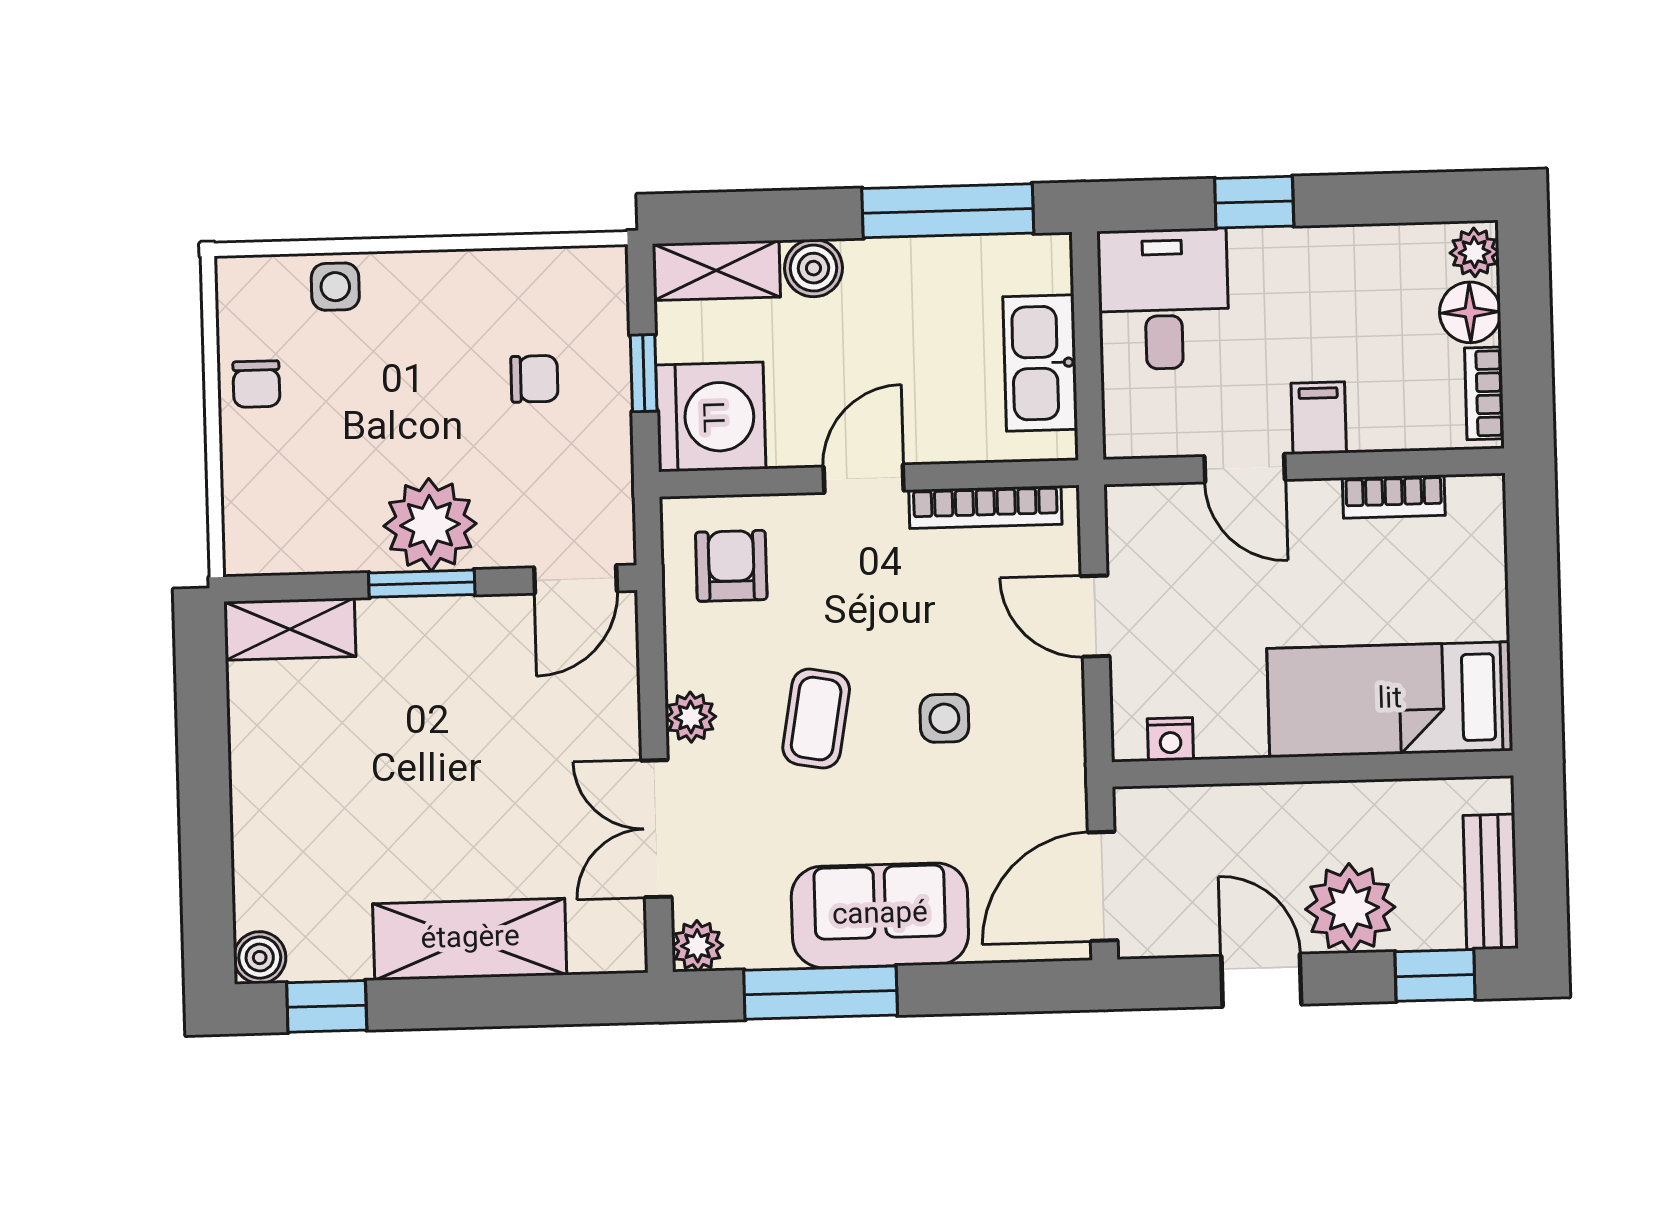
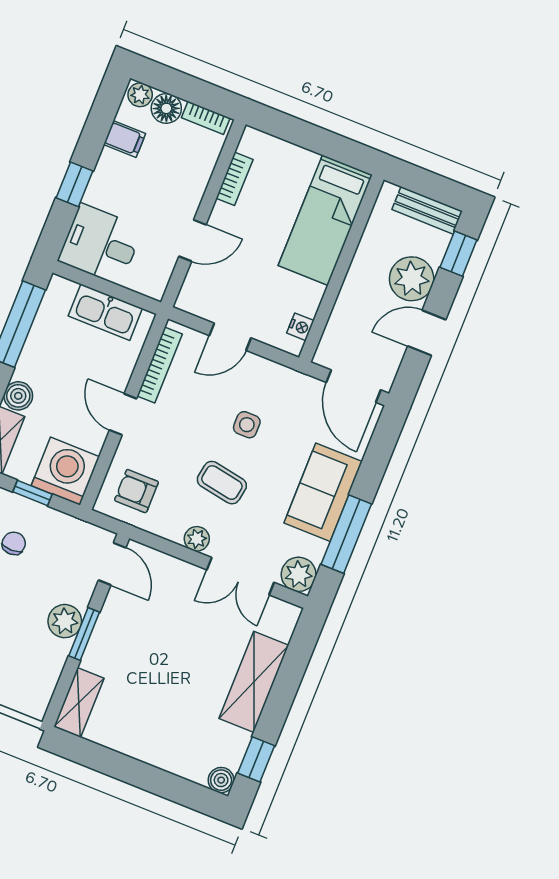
filing cabinet: (1319, 418) -> (125, 139), moved, turned 180
plant: (430, 525) -> (65, 621), width x0.73, depth x0.73
plant: (697, 946) -> (299, 574), width x1.38, depth x1.38

